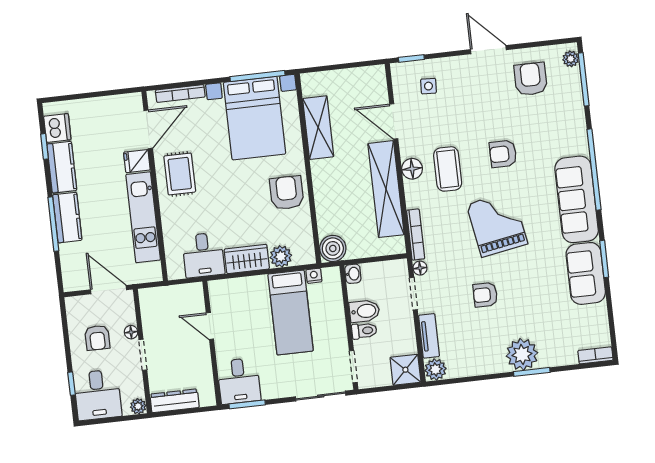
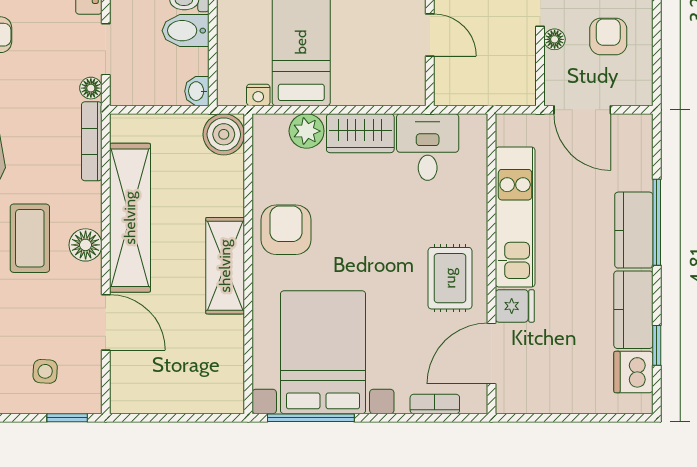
bookcase: (180, 94) -> (435, 404), width x0.64
shelving: (318, 128) -> (225, 266), moved
armchair: (287, 193) -> (286, 230), turned 180

